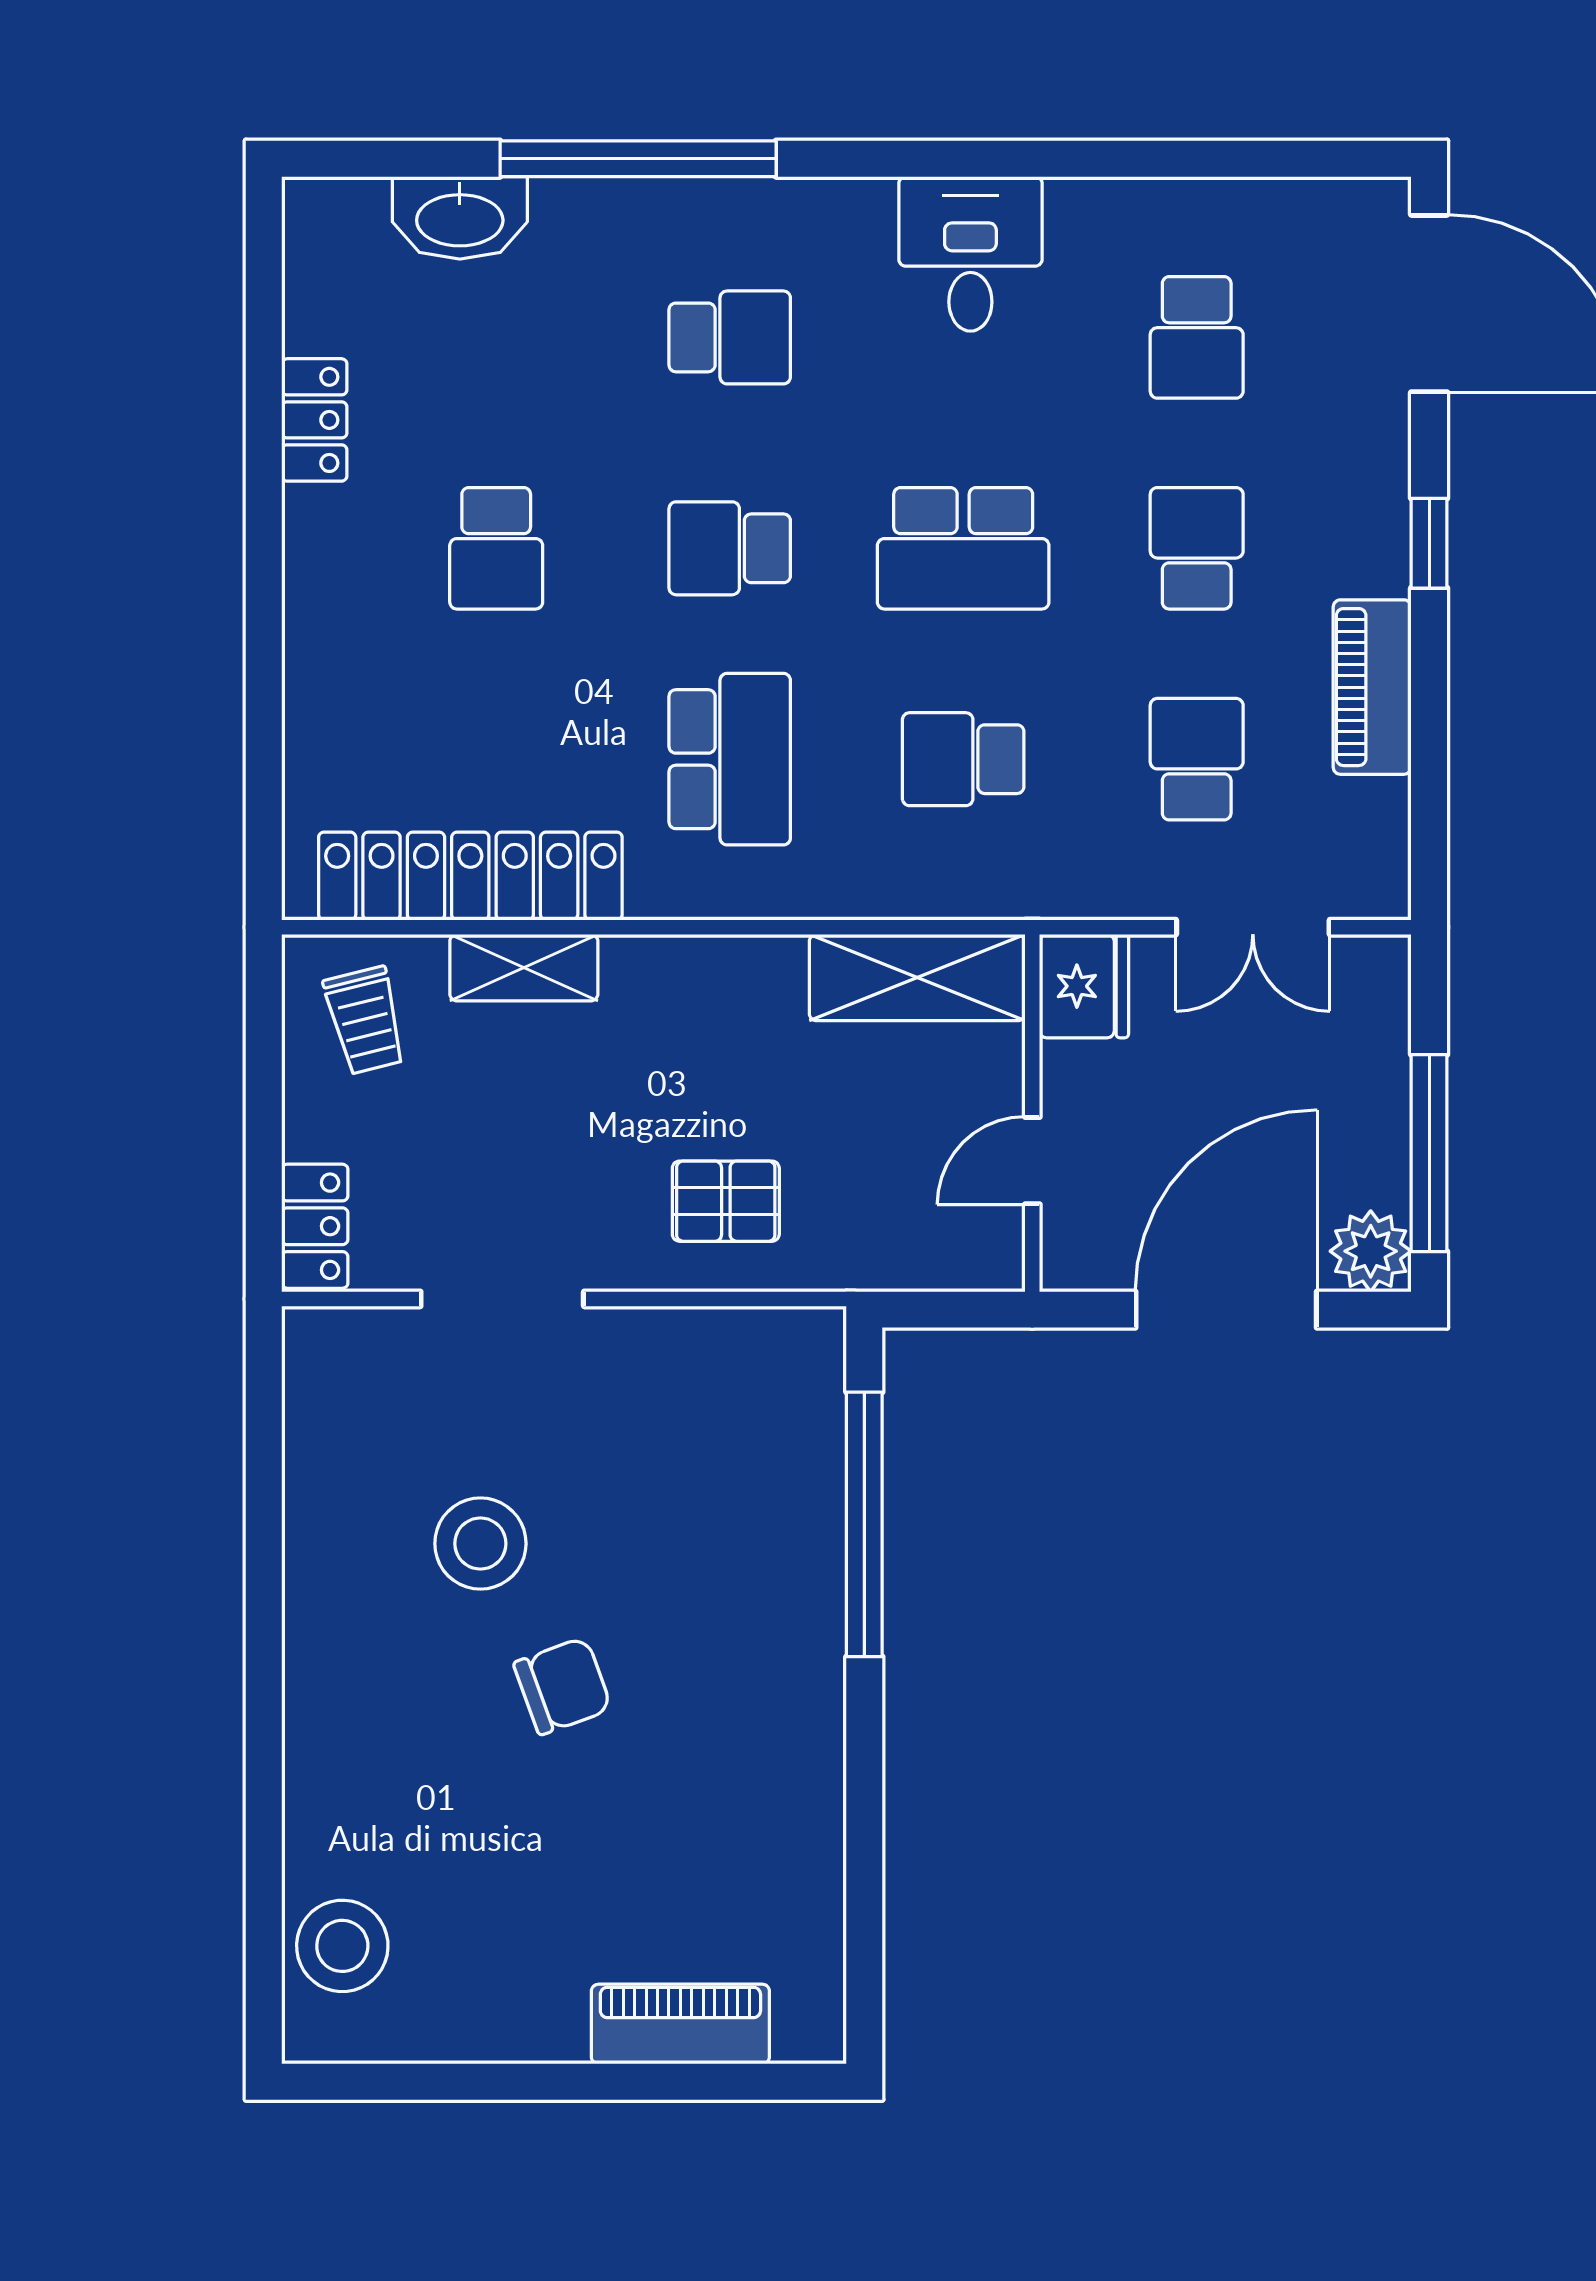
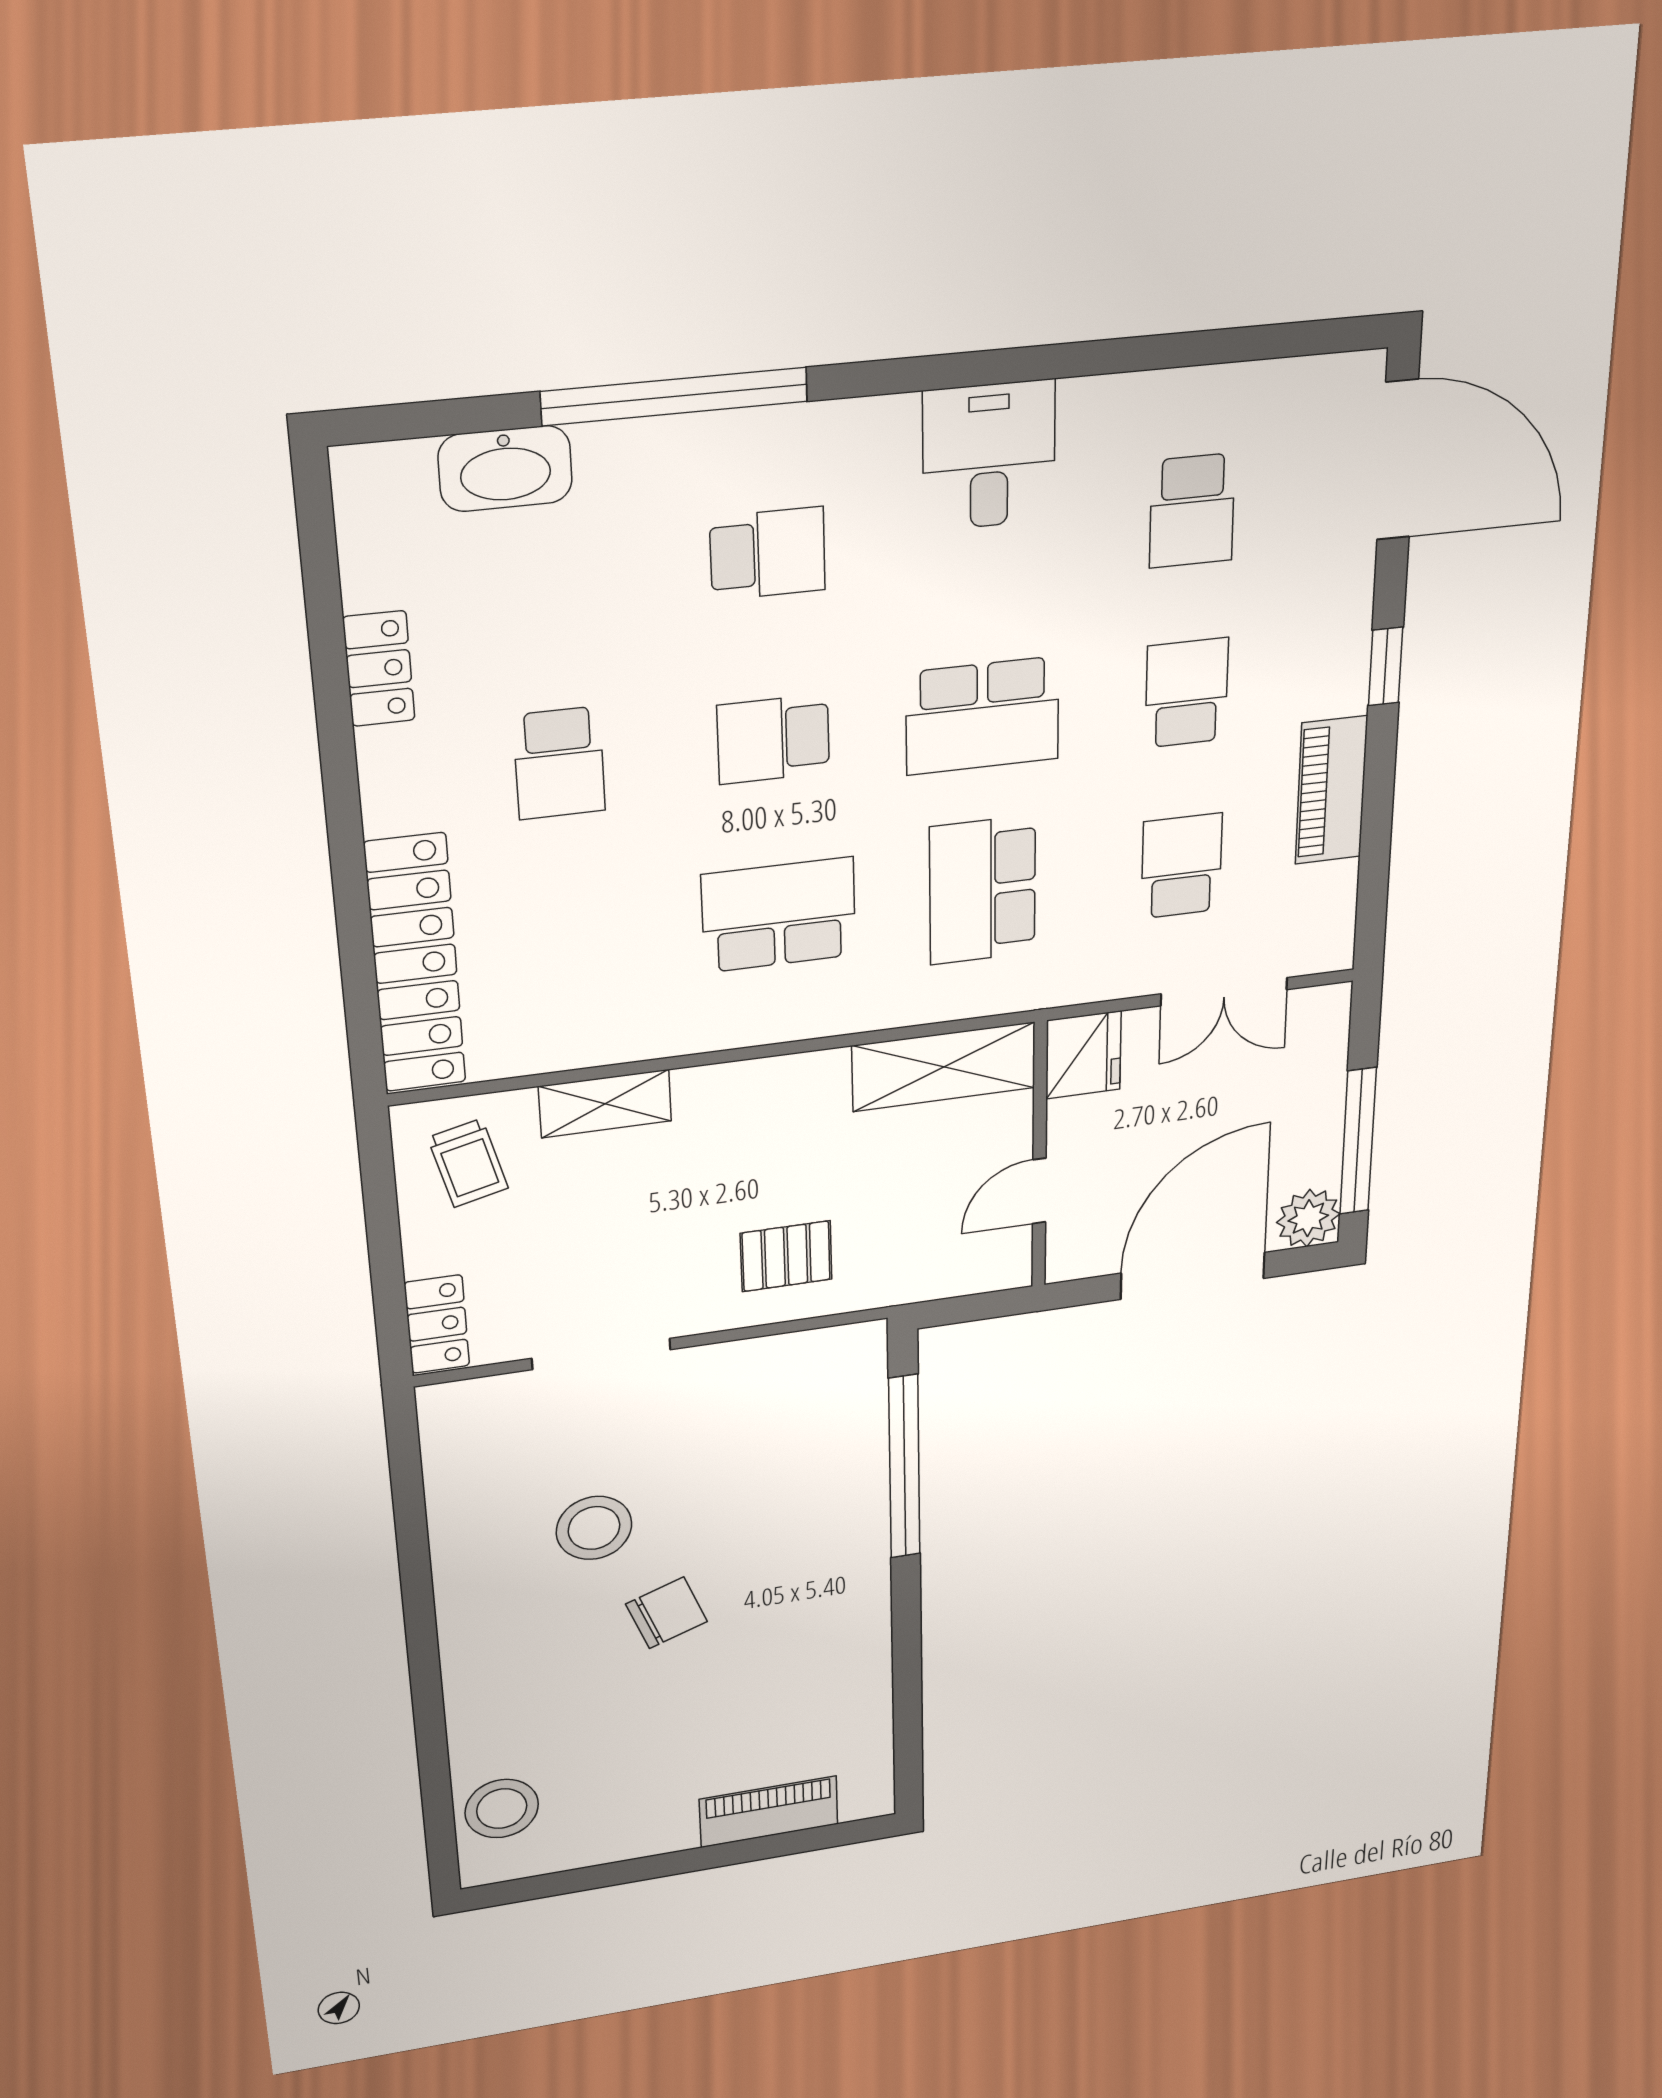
school desk: (730, 759) -> (779, 915), turned -90
school desk: (963, 759) -> (983, 890), width x1.85
locker: (470, 876) -> (415, 964), moved, turned 90

